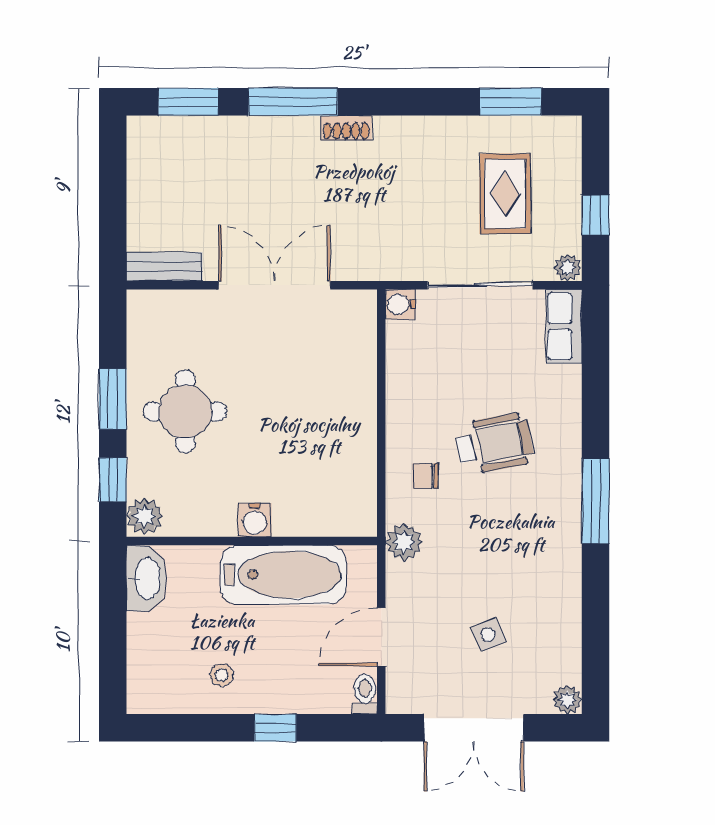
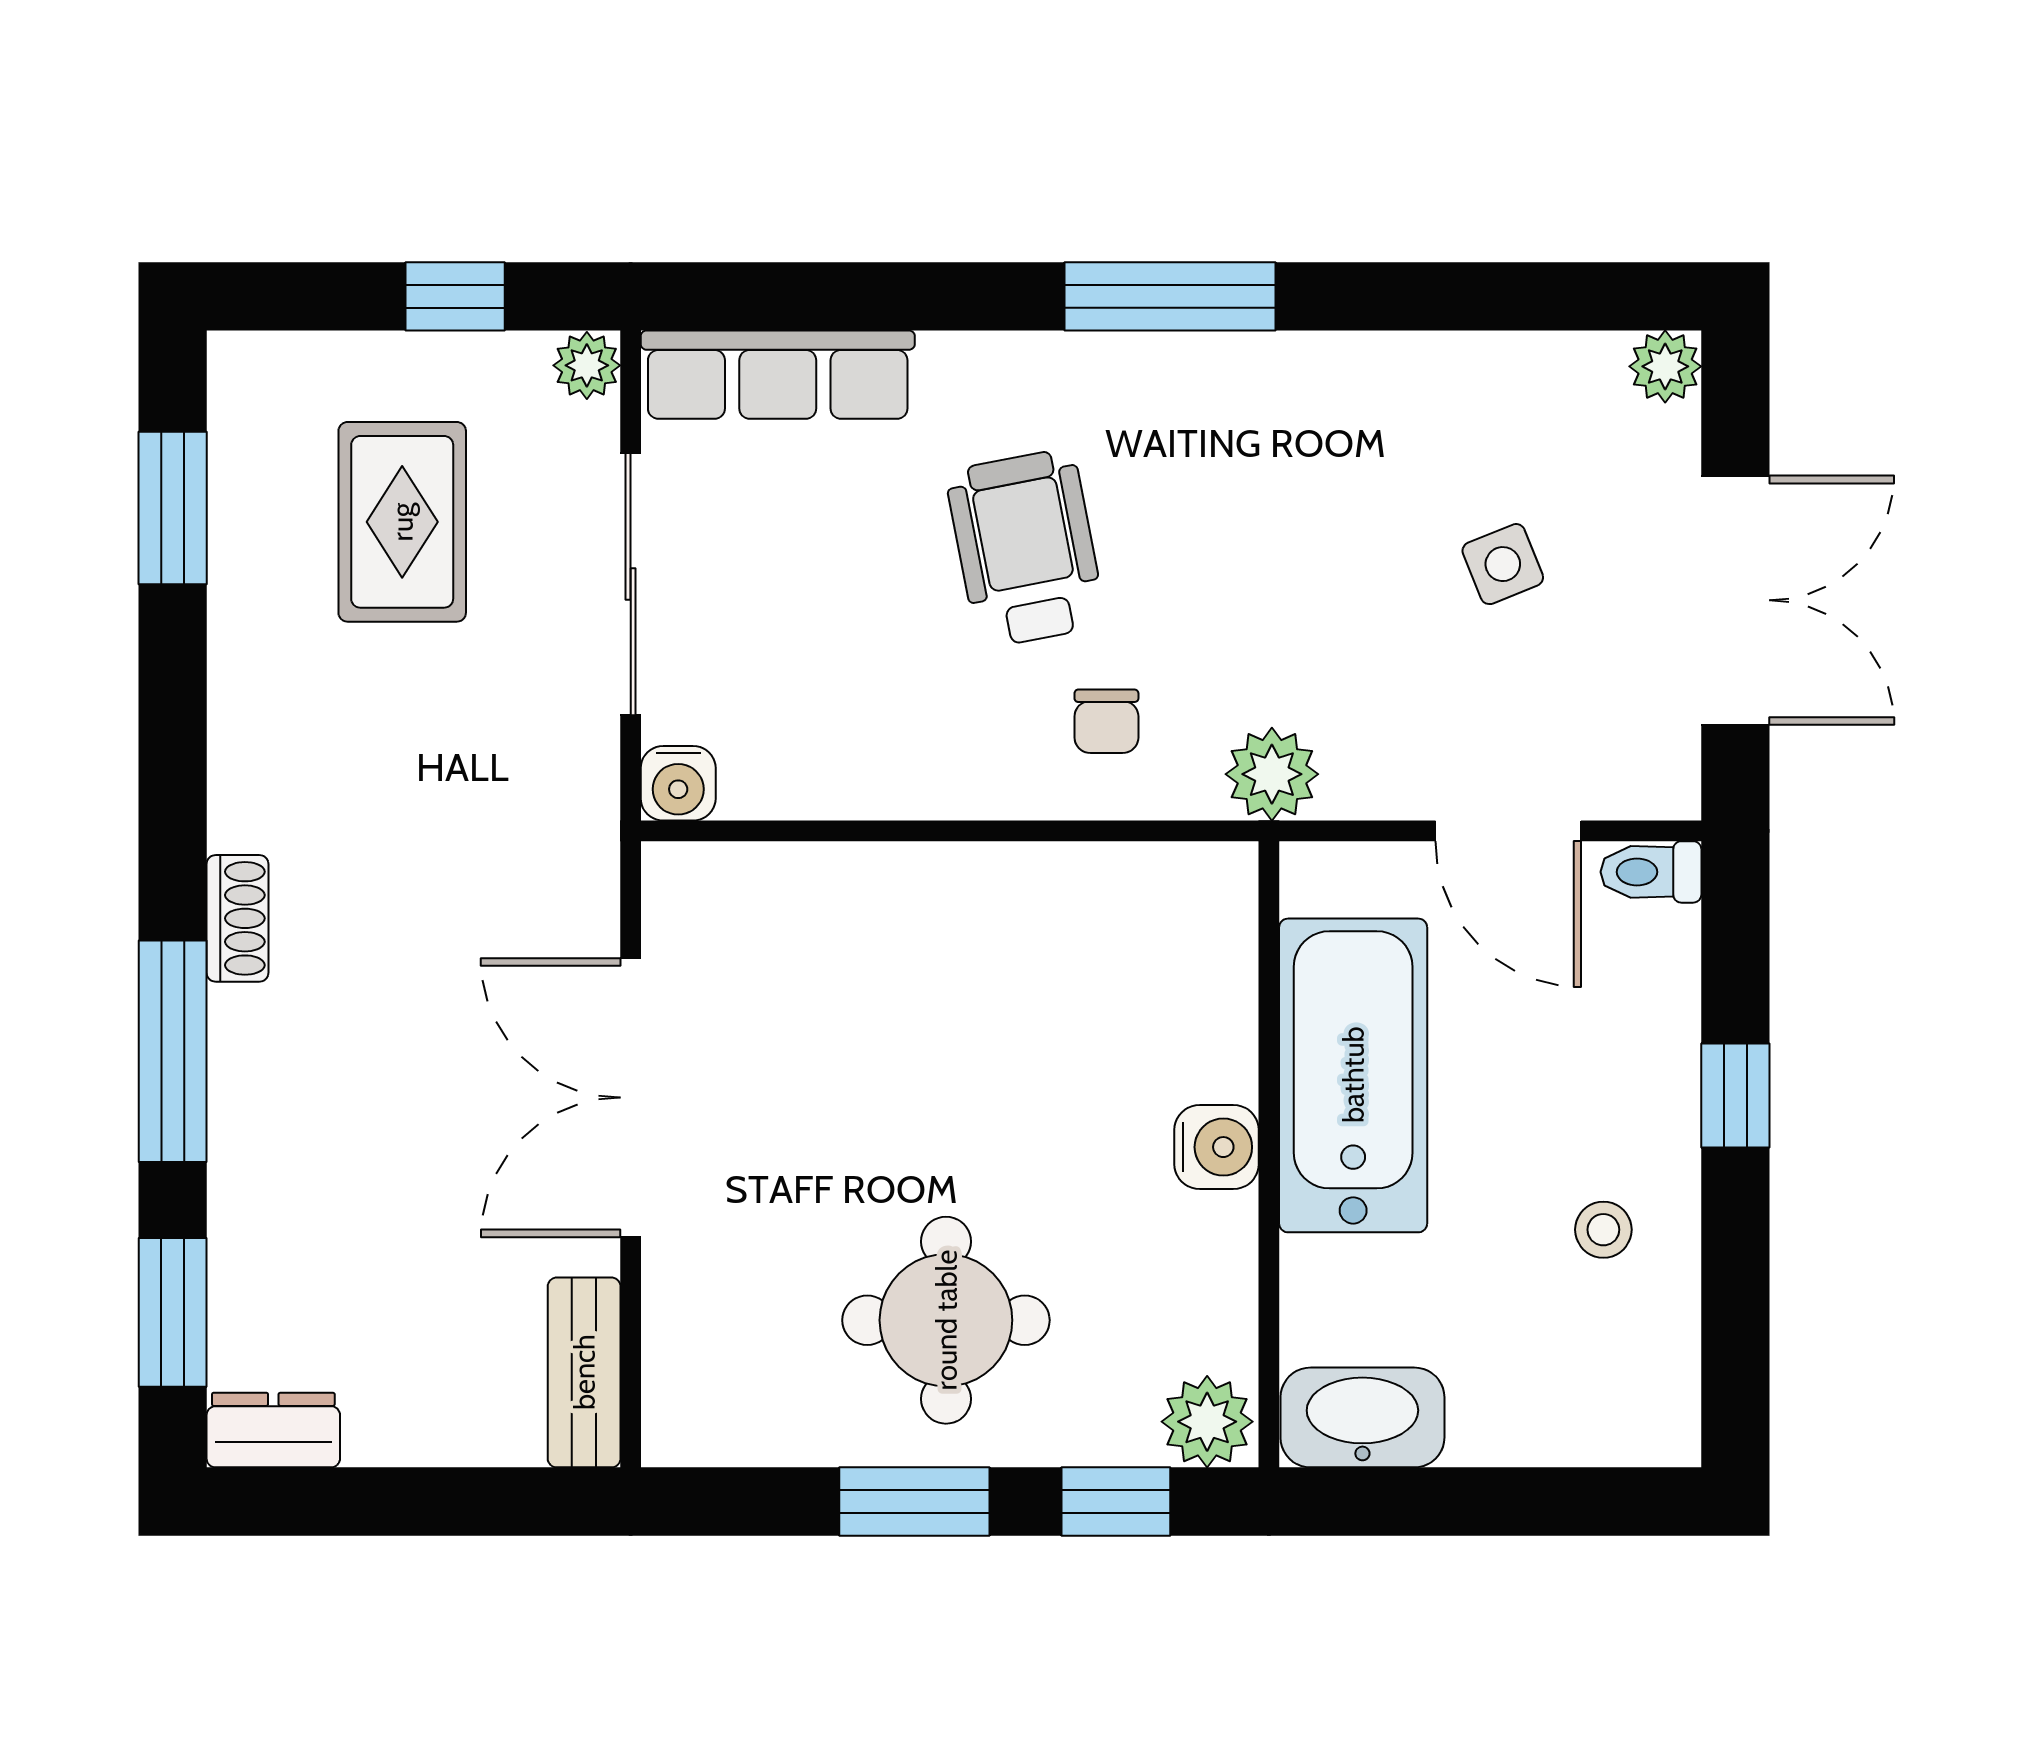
dresser: (141, 142) -> (273, 1430), added
rug: (505, 194) -> (402, 522), turned 90
row of seats: (564, 326) -> (778, 375), width x1.48

